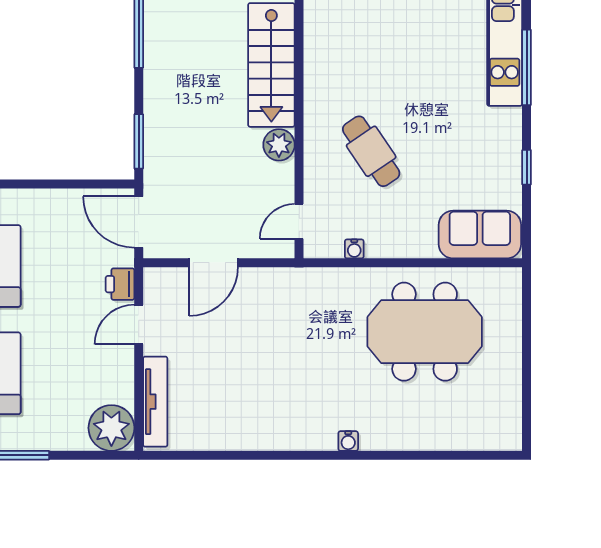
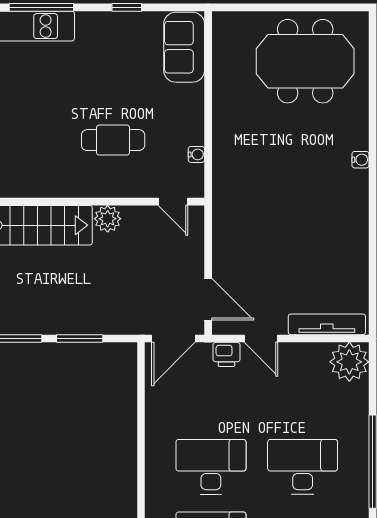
window: (139, 141) -> (80, 339), moved
cafe table: (371, 151) -> (113, 140), turned 34
door: (214, 263) -> (208, 299), moved
meeting table: (425, 332) -> (305, 61), moved, turned 90

